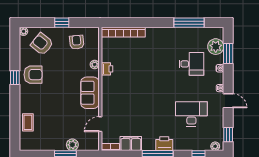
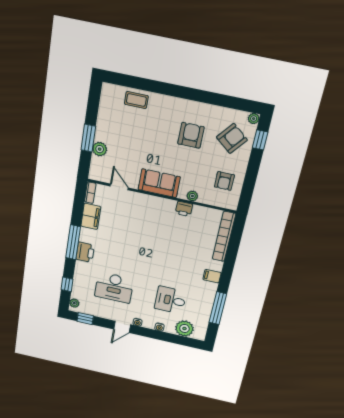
window: (62, 23) -> (260, 140), moved
filing cabinet: (161, 34) -> (212, 276), added
armchair: (77, 42) -> (224, 181), turned 96
window: (228, 53) -> (174, 339), removed
desk: (191, 64) -> (170, 300), turned 90
armchair: (33, 75) -> (191, 135), moved, turned 180
window: (15, 78) -> (196, 95), removed
desk: (191, 114) -> (114, 288), turned 90

